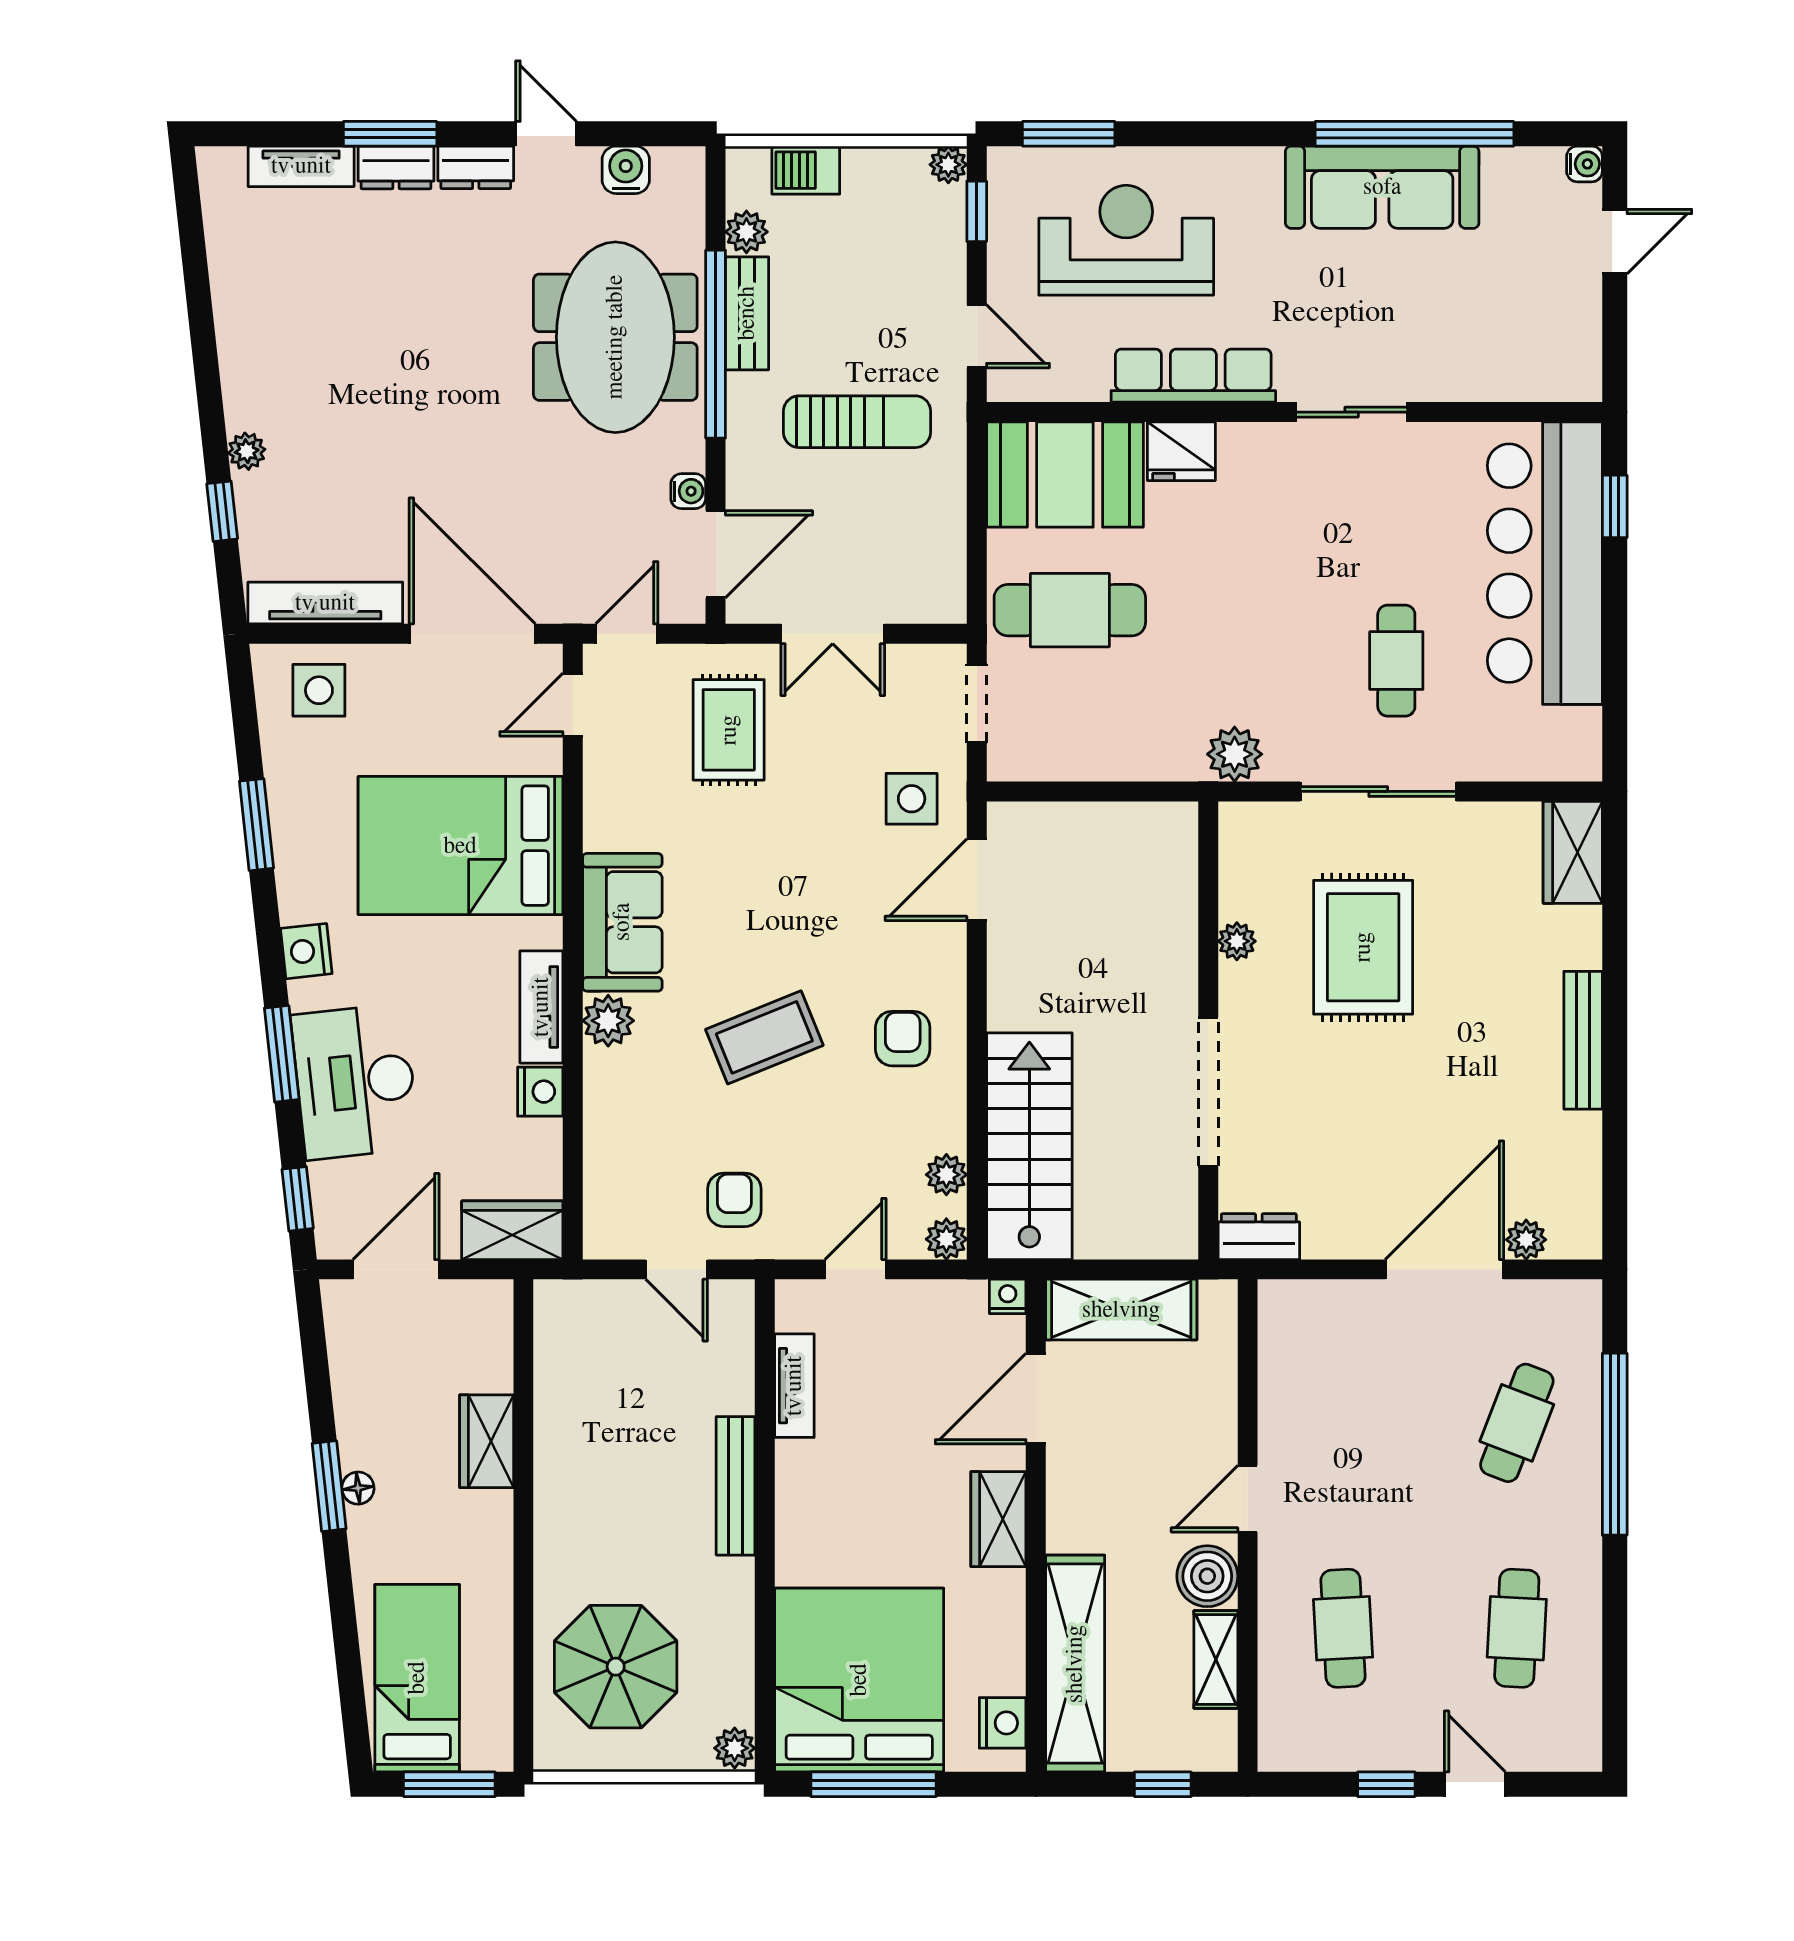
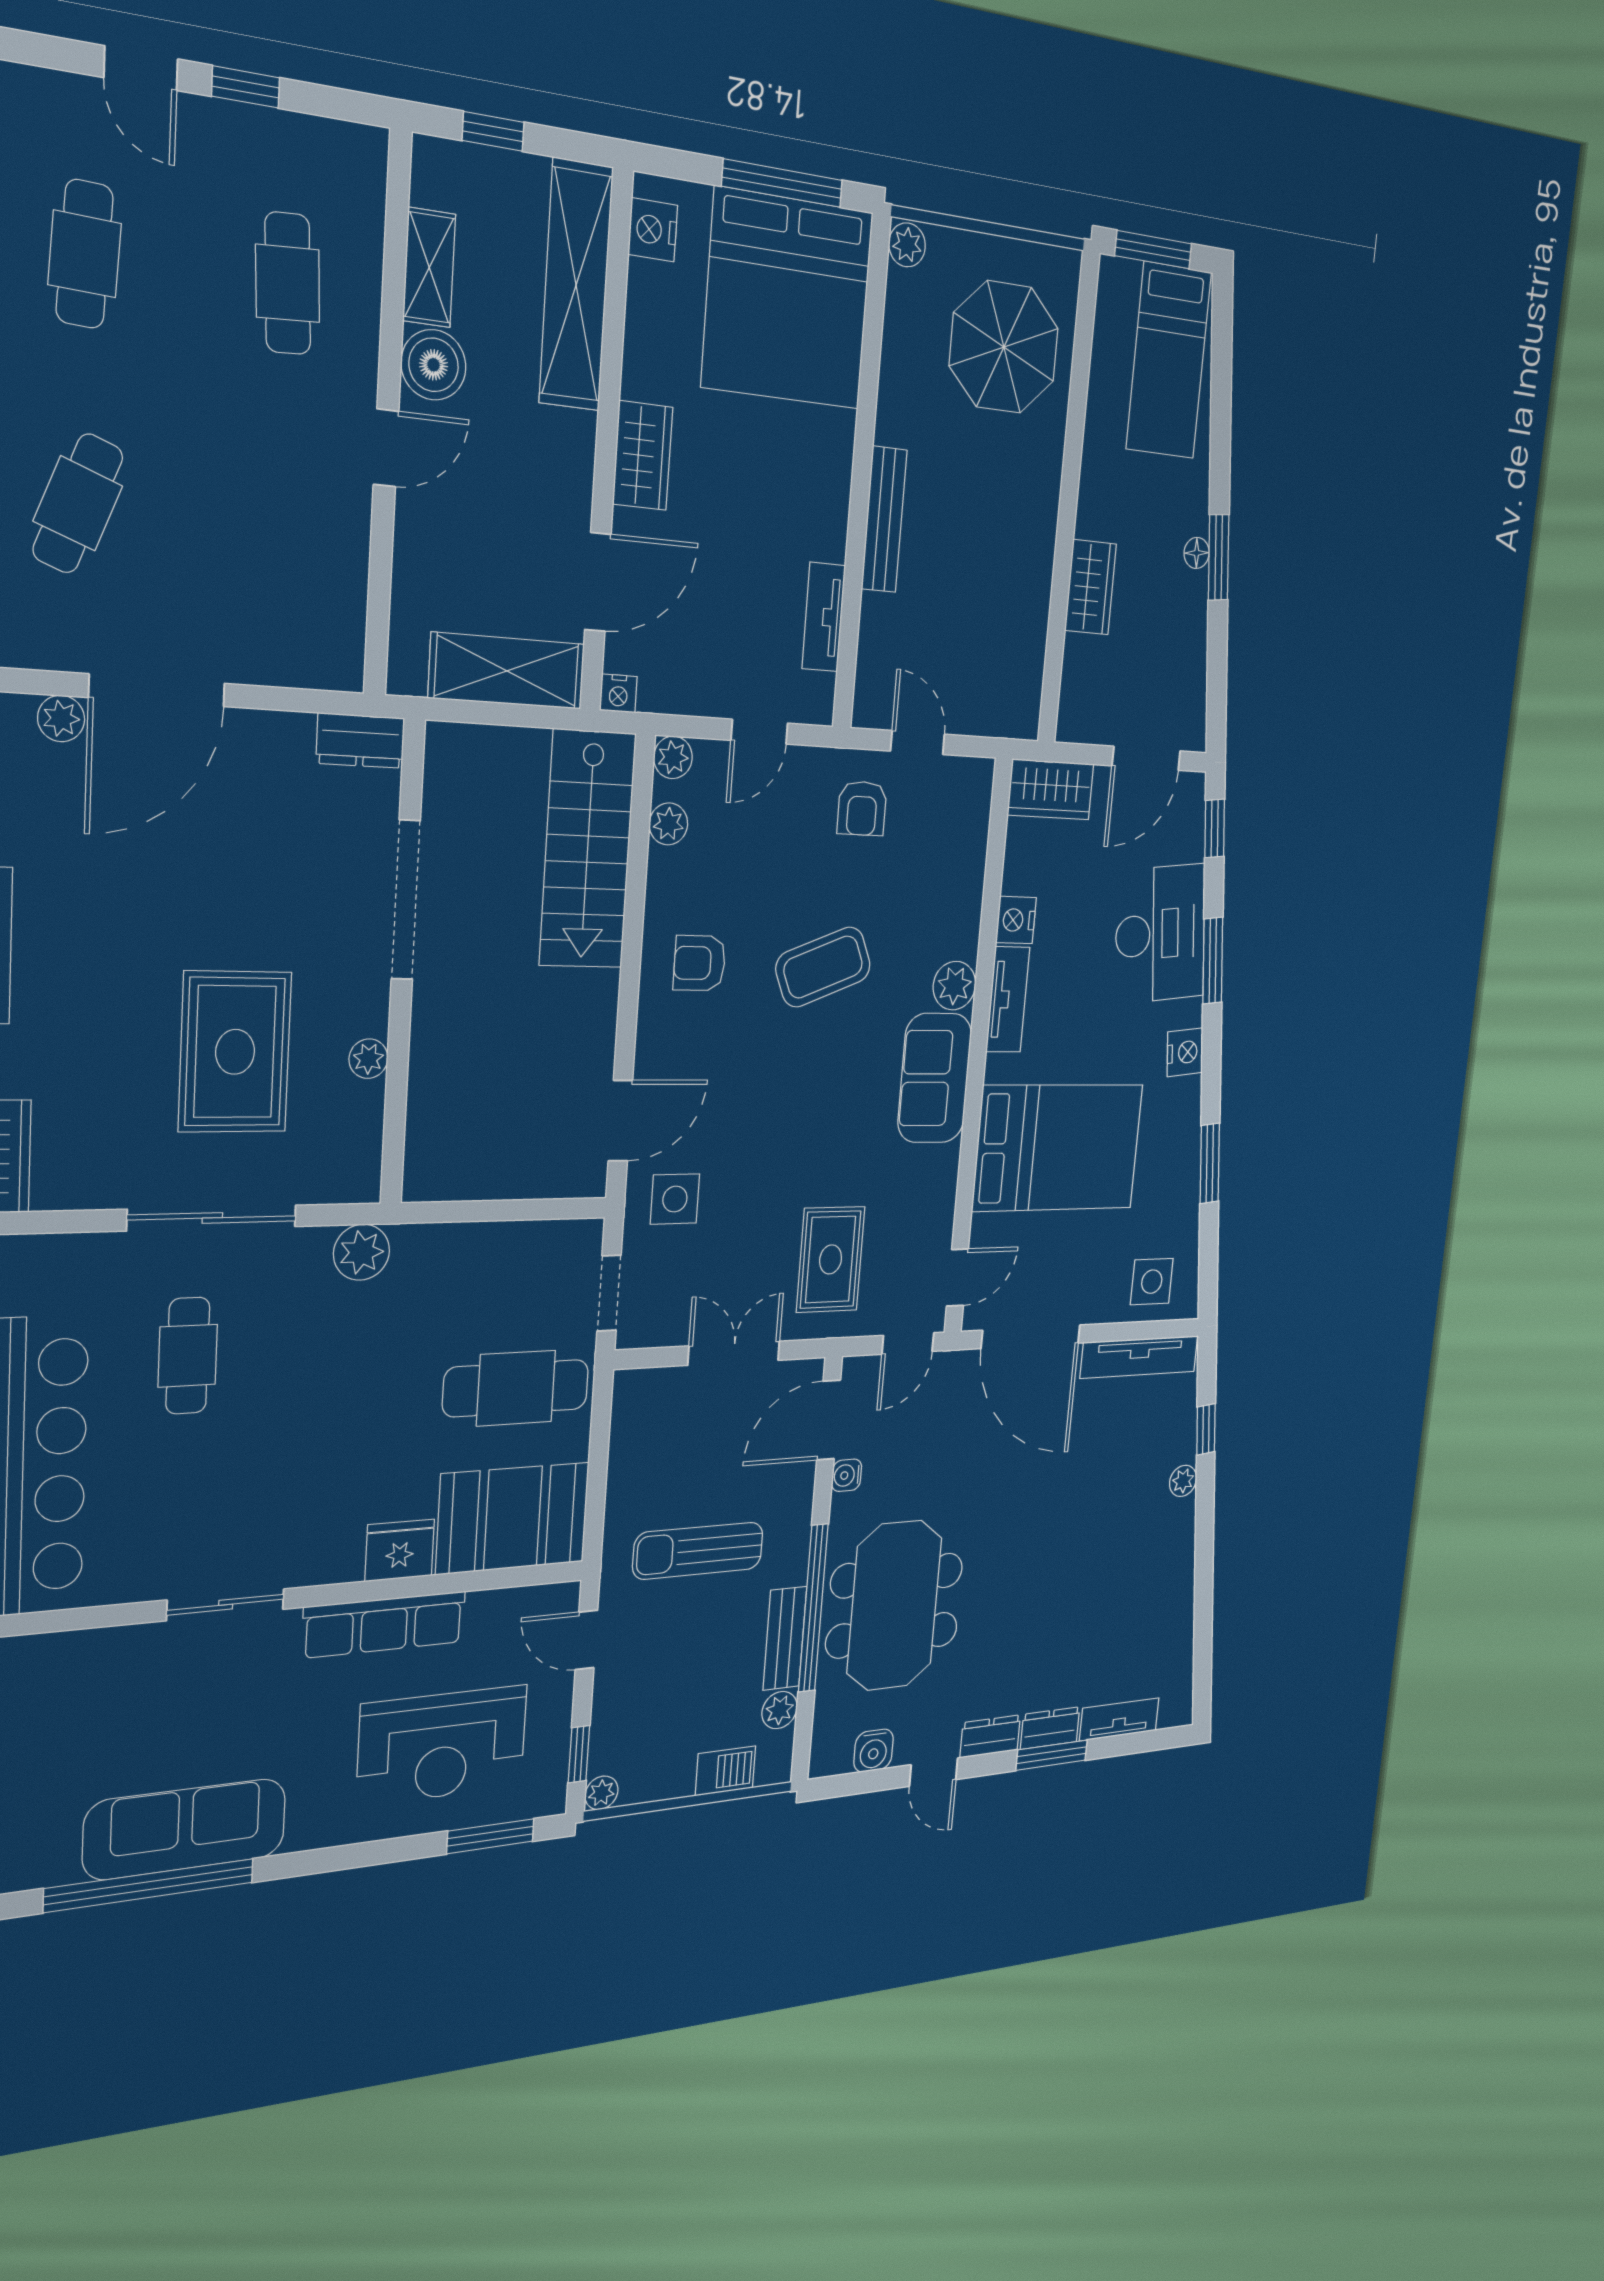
armchair: (903, 1039) -> (700, 963), turned 90

